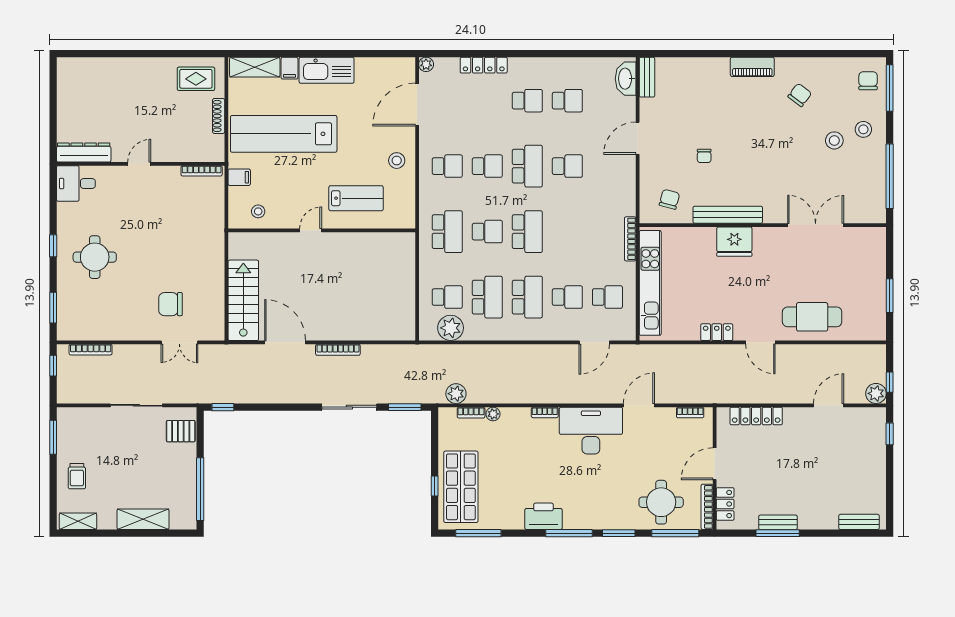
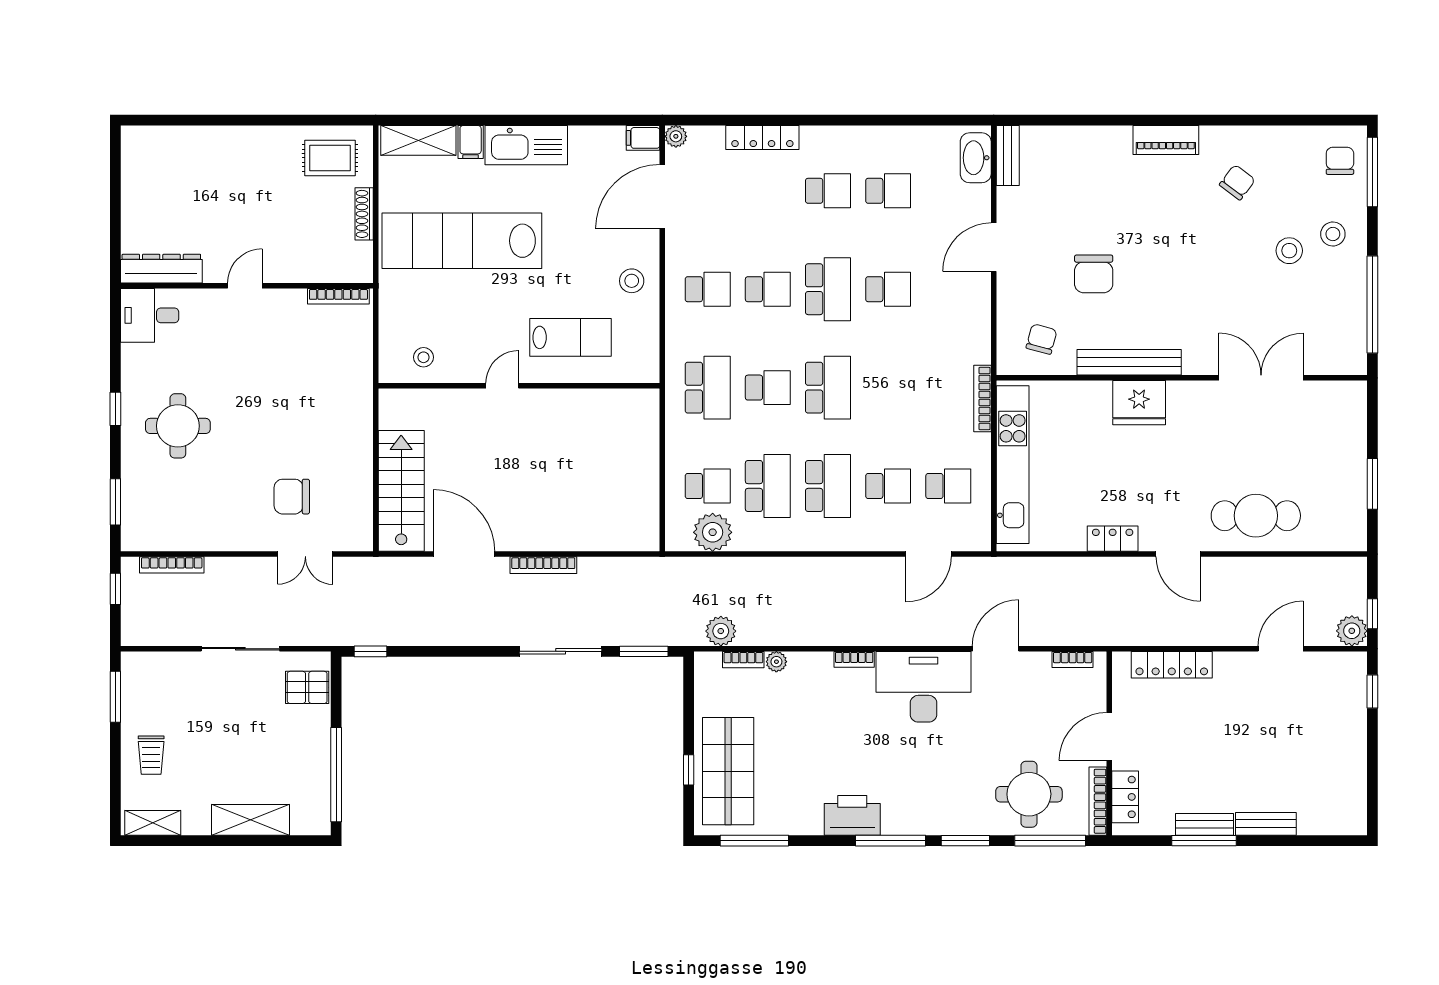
chair: (704, 156) -> (1094, 274), width x1.87, depth x1.87
filing cabinet: (239, 177) -> (643, 138), moved, turned 180
bench: (859, 522) -> (1266, 824), moved

